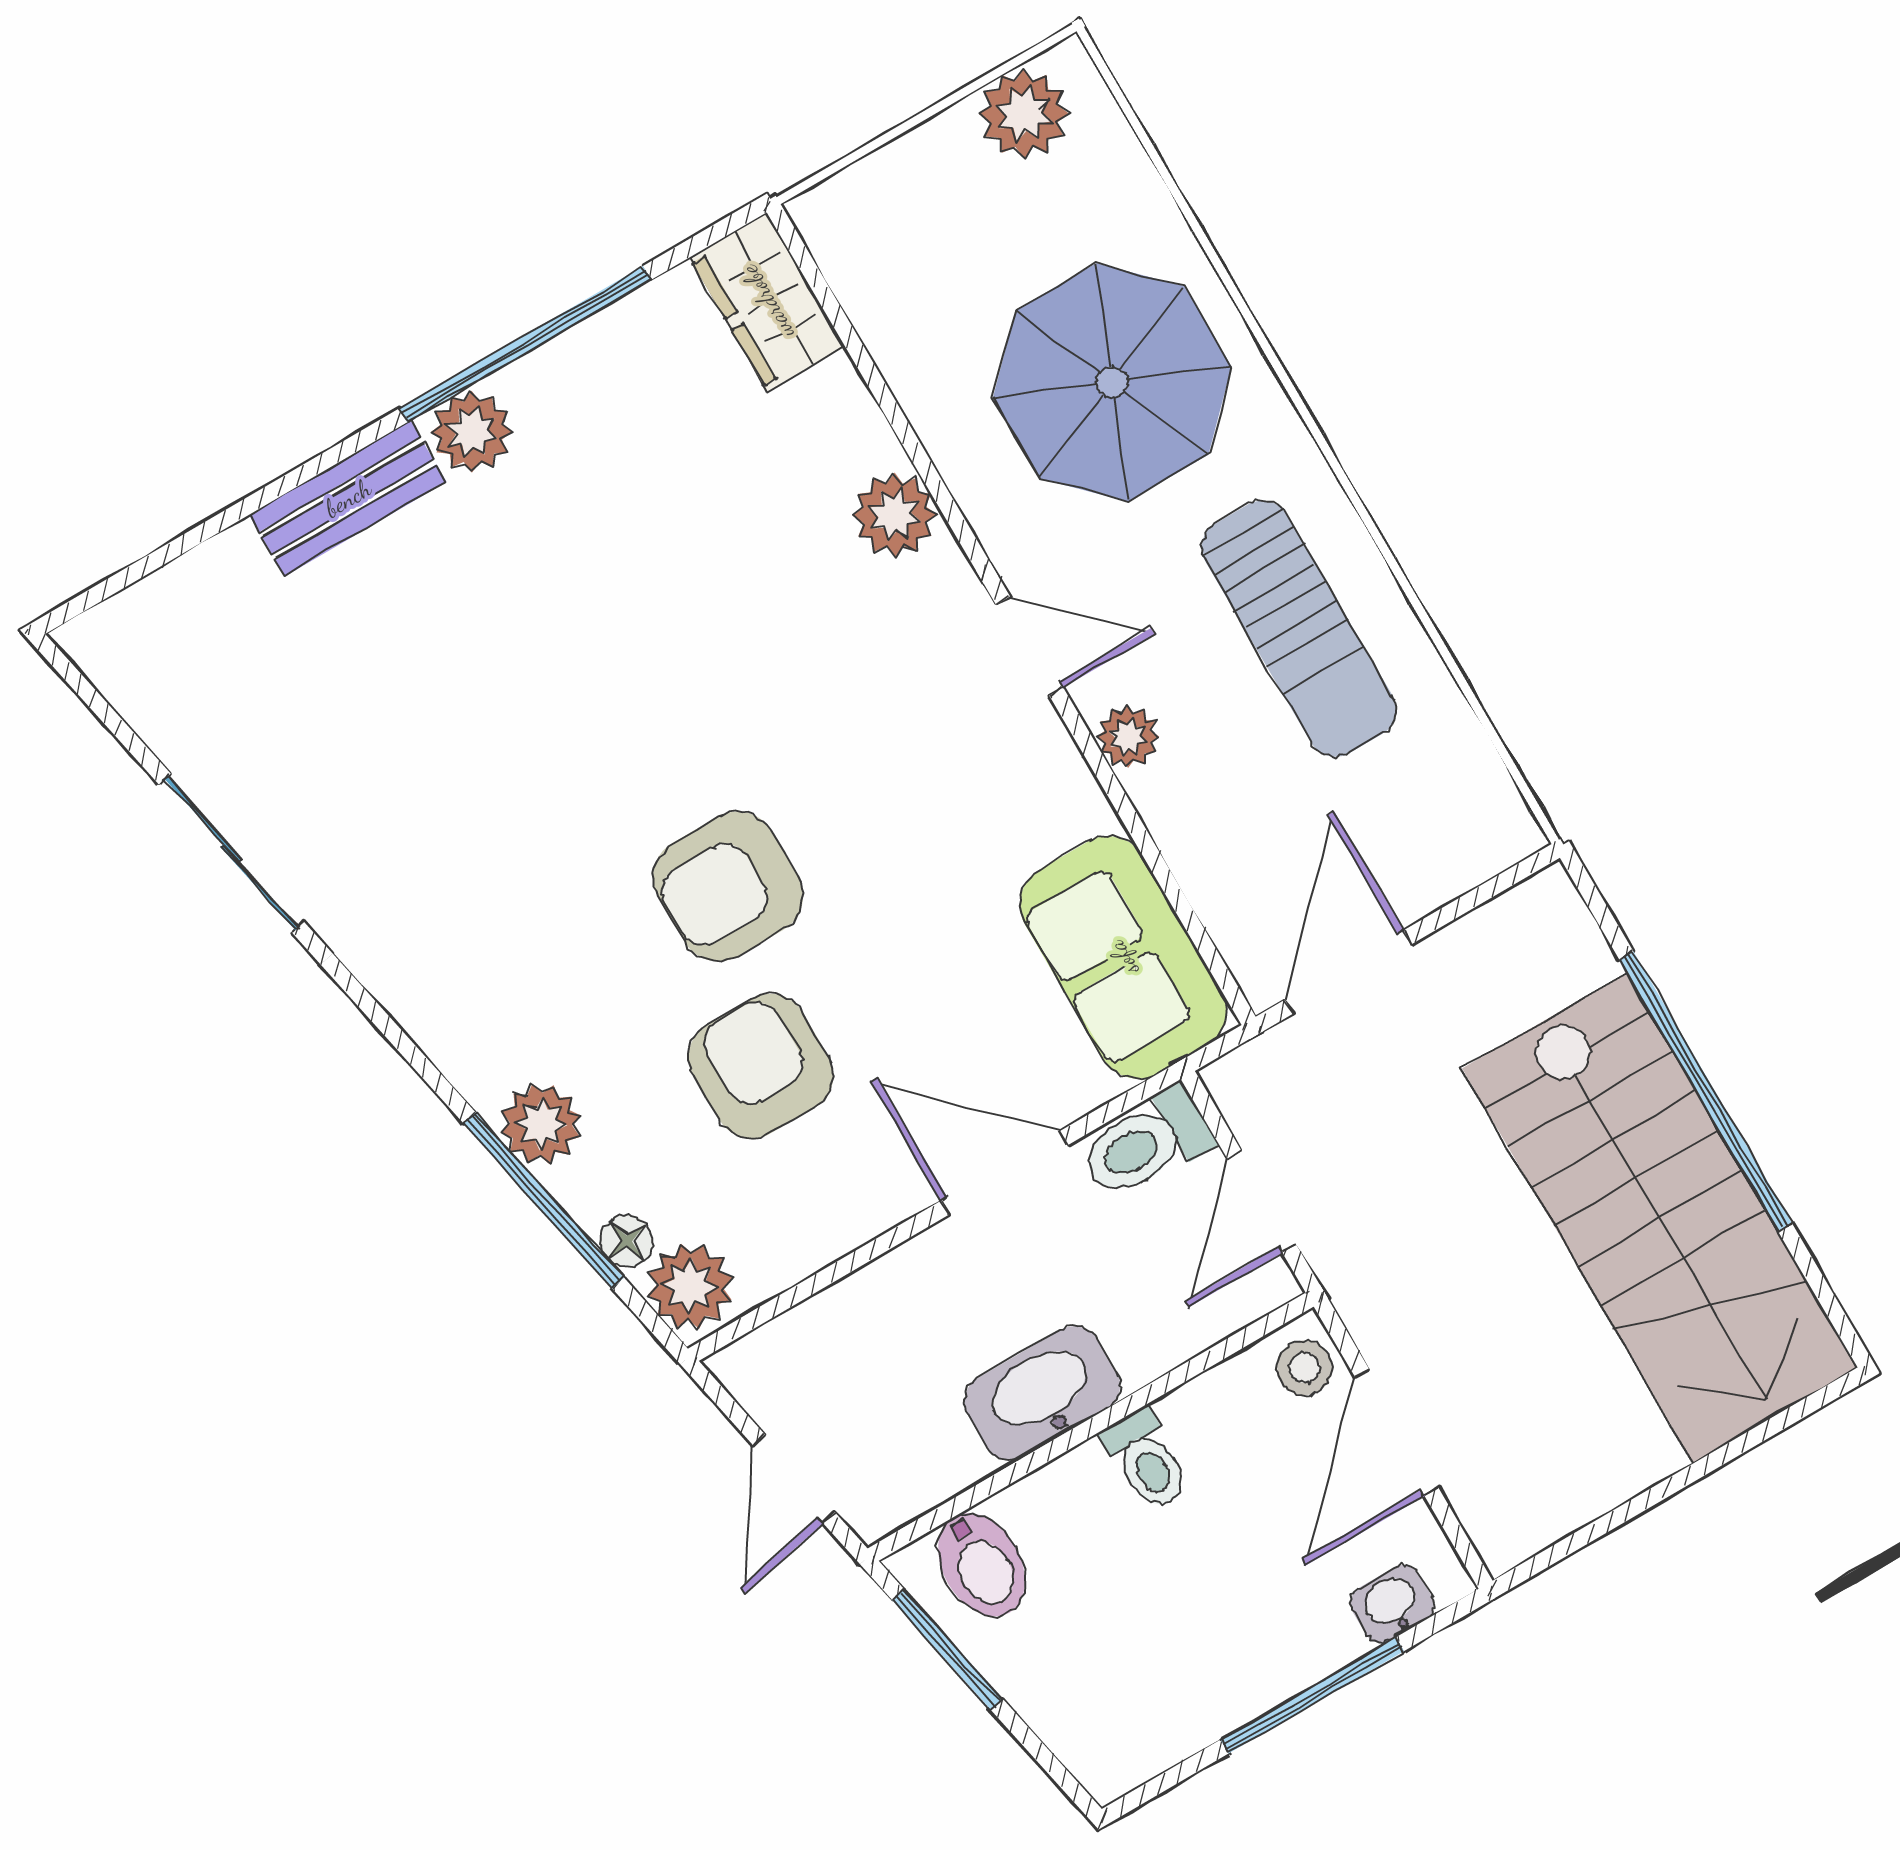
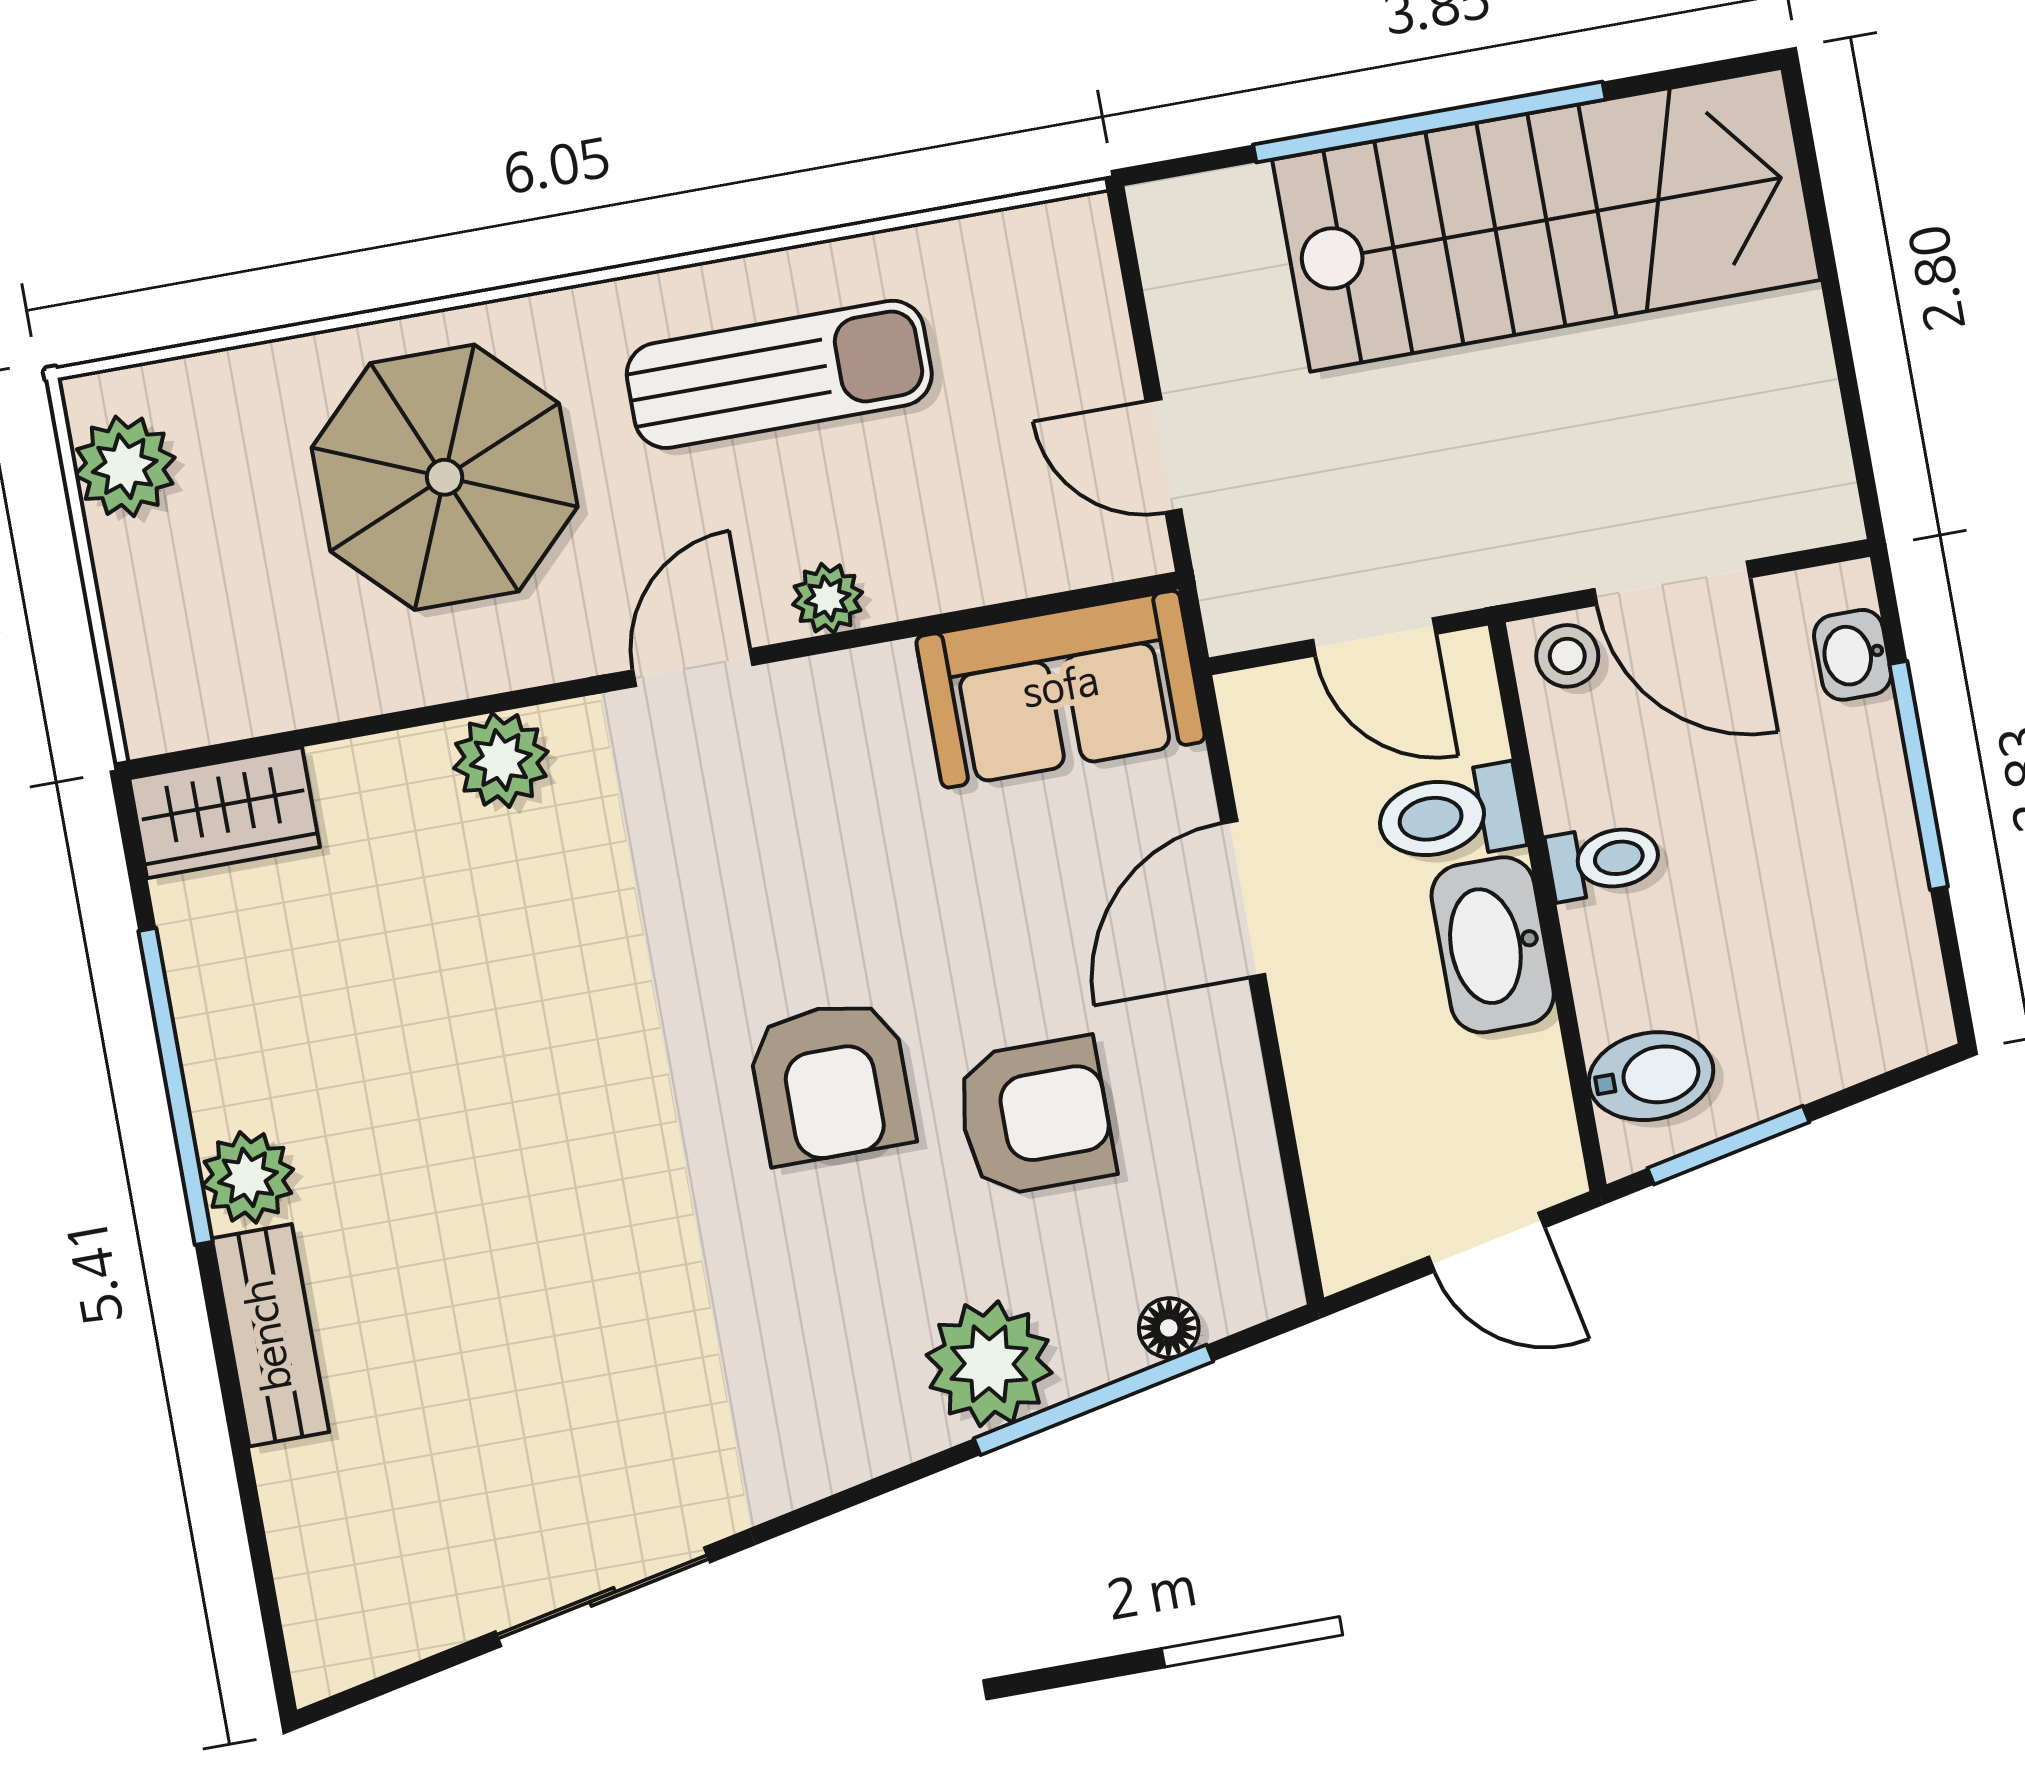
door: (1348, 972) -> (1164, 456), width x0.73
armchair: (761, 1066) -> (1035, 1117), turned 180
plant: (541, 1124) -> (989, 1364), width x1.36, depth x1.36
toilet: (1146, 1143) -> (1450, 815), moved, turned 90
plant: (690, 1286) -> (1242, 1278), removed

